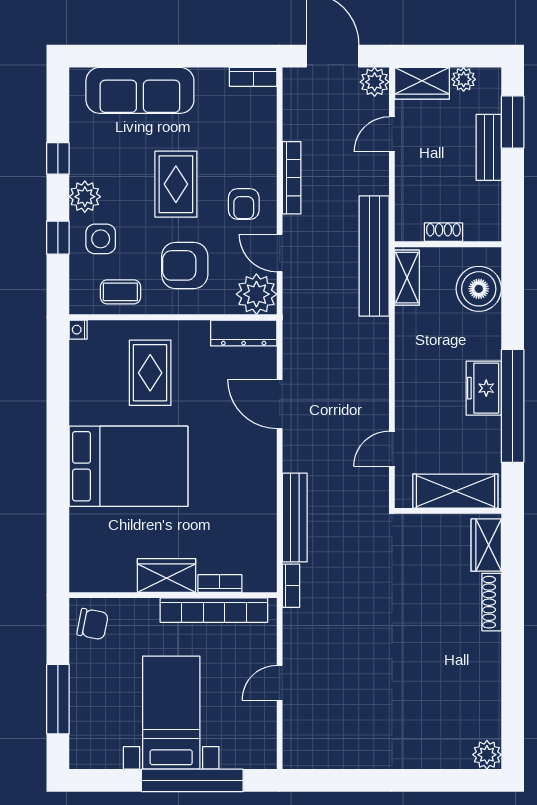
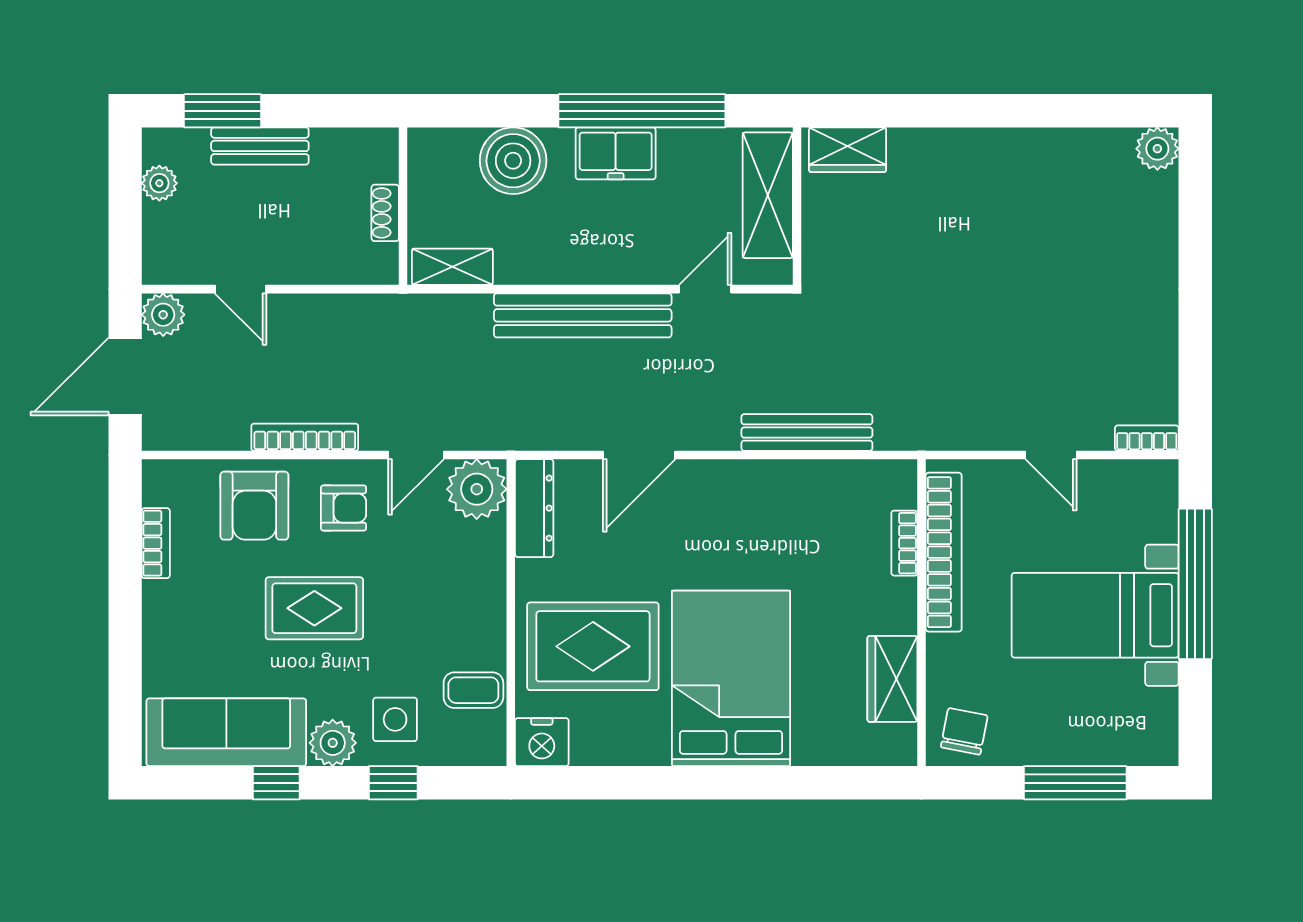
bookcase: (253, 77) -> (156, 543), moved
wardrobe: (422, 83) -> (165, 245), removed
sofa: (140, 90) -> (226, 732), moved, turned -90
bench: (374, 256) -> (583, 315), moved
armchair: (185, 265) -> (254, 506), moved
boiler: (479, 289) -> (513, 161), moved
coffee table: (120, 292) -> (473, 690), turned 90
nightstand: (78, 330) -> (542, 742), width x1.89, depth x1.79
rug: (150, 373) -> (593, 646), width x1.36, depth x1.43
door: (392, 449) -> (705, 289), swing flipped
wardrobe: (167, 575) -> (892, 679), moved
bookcase: (291, 586) -> (1147, 438), moved
shoe rack: (492, 602) -> (932, 142), removed

